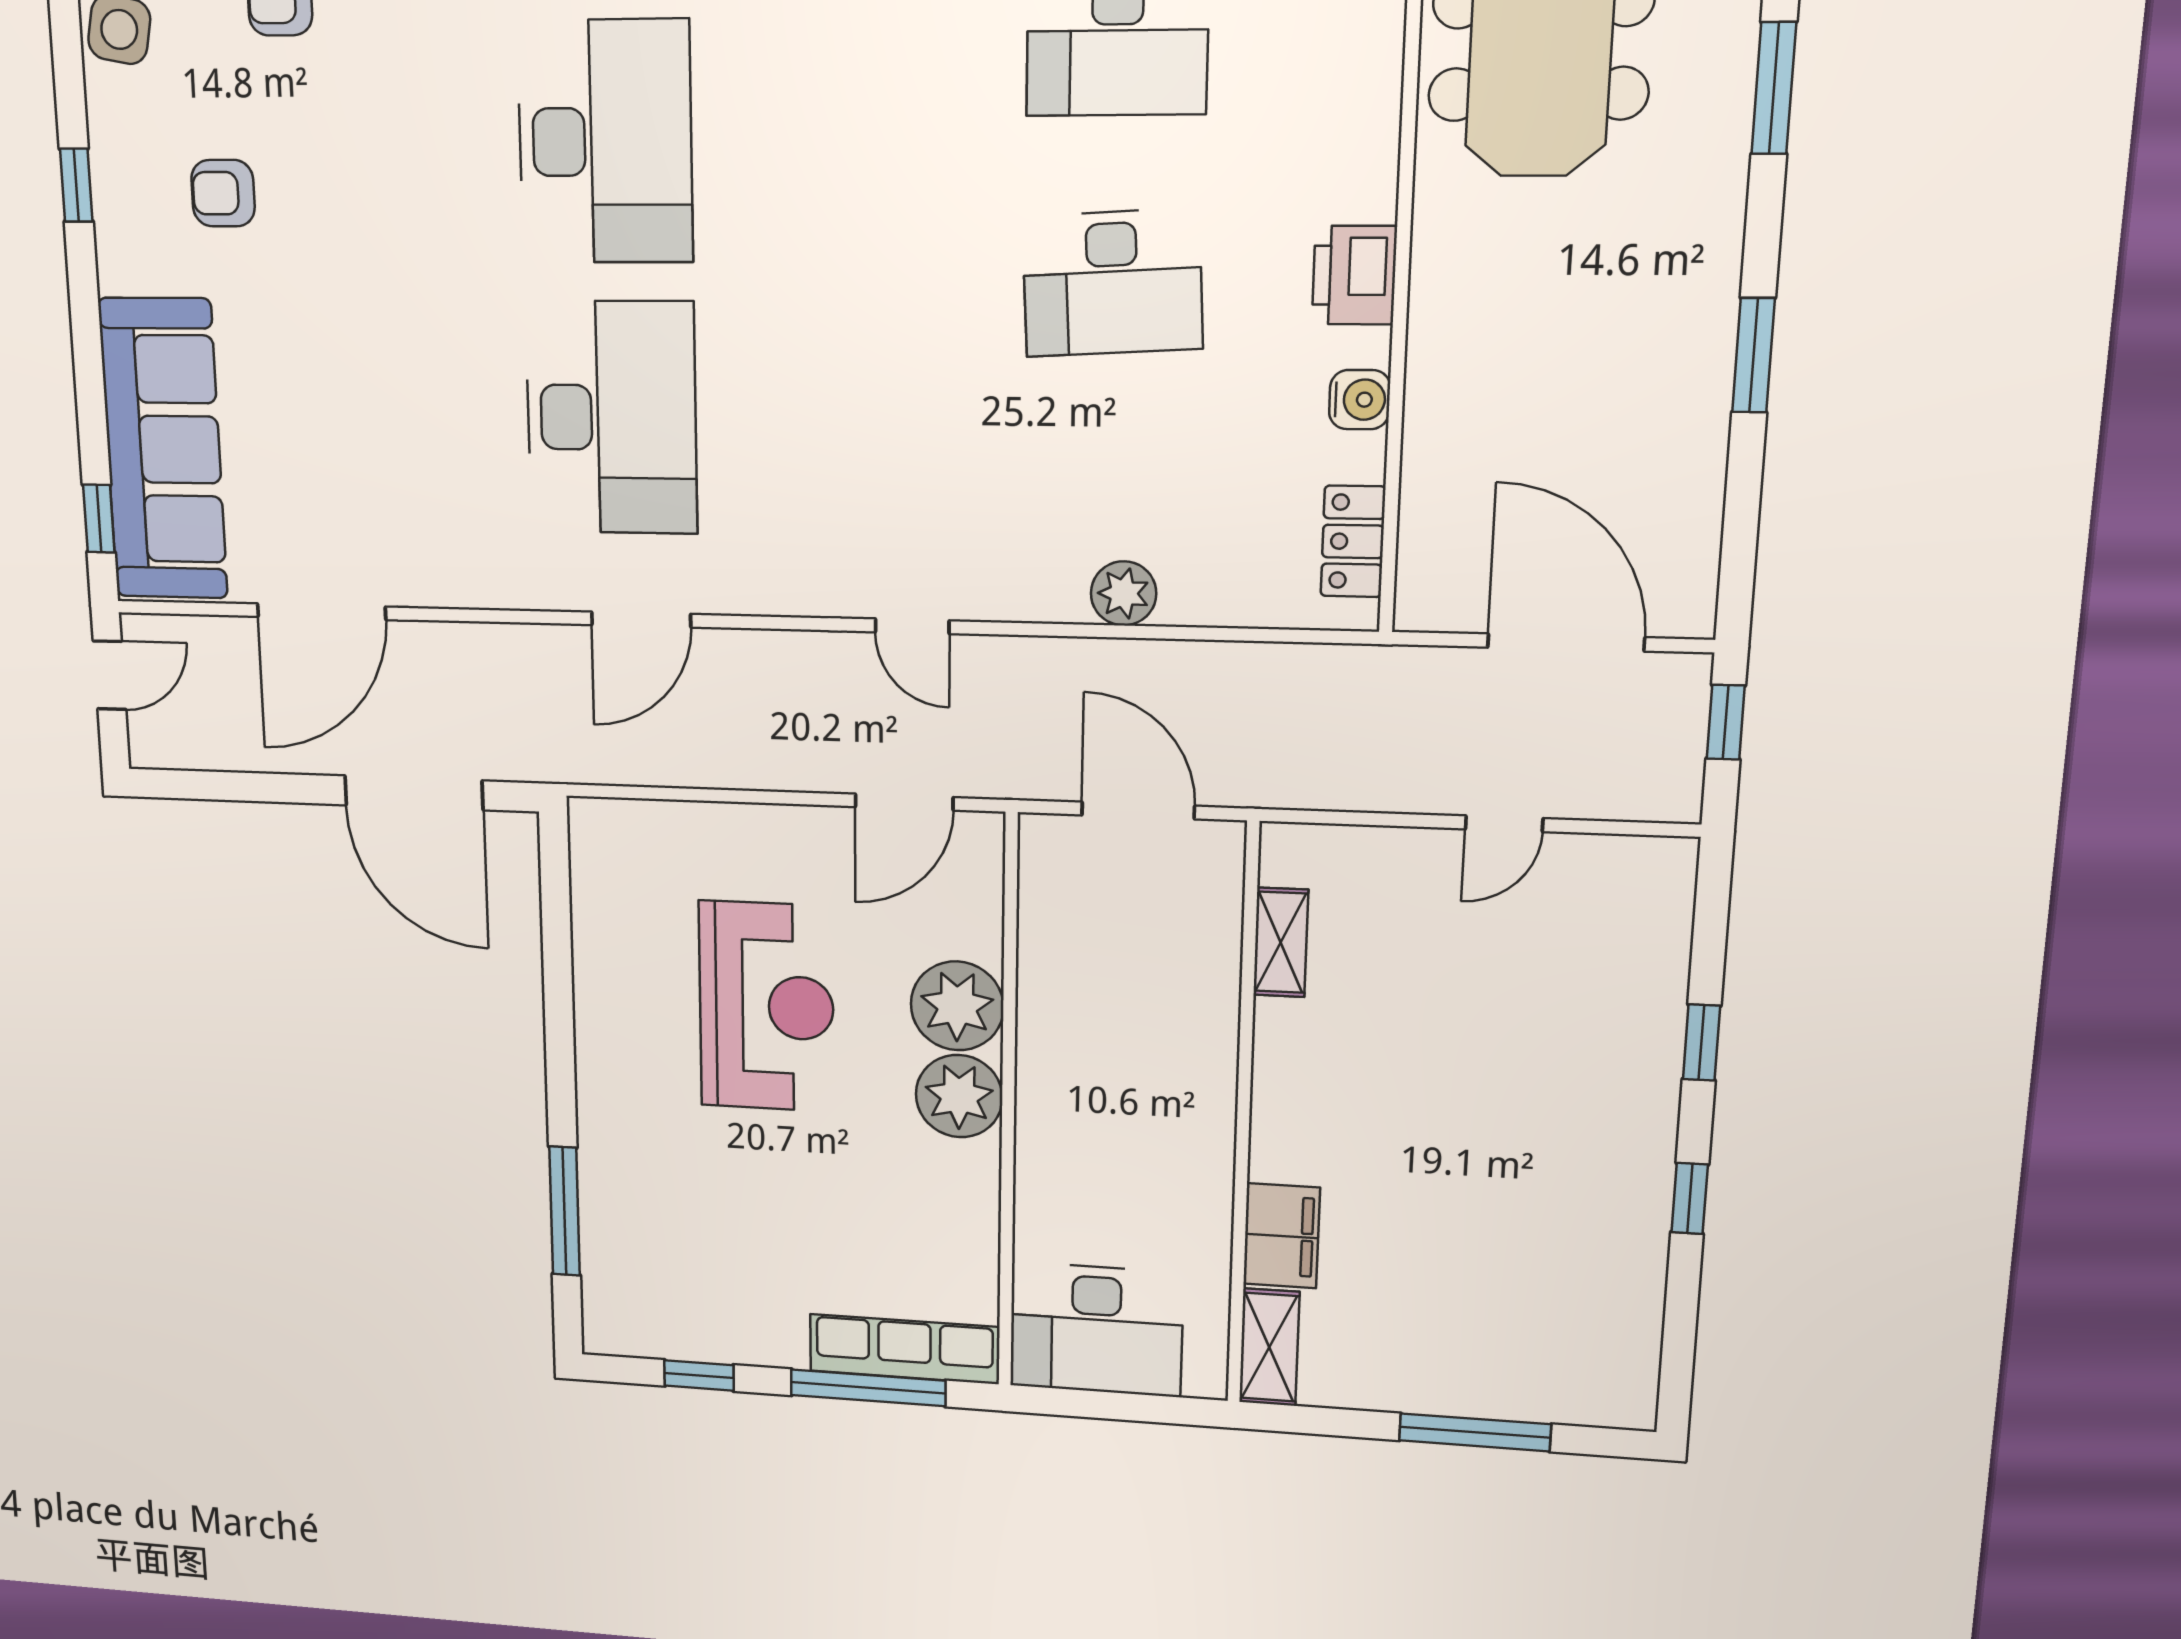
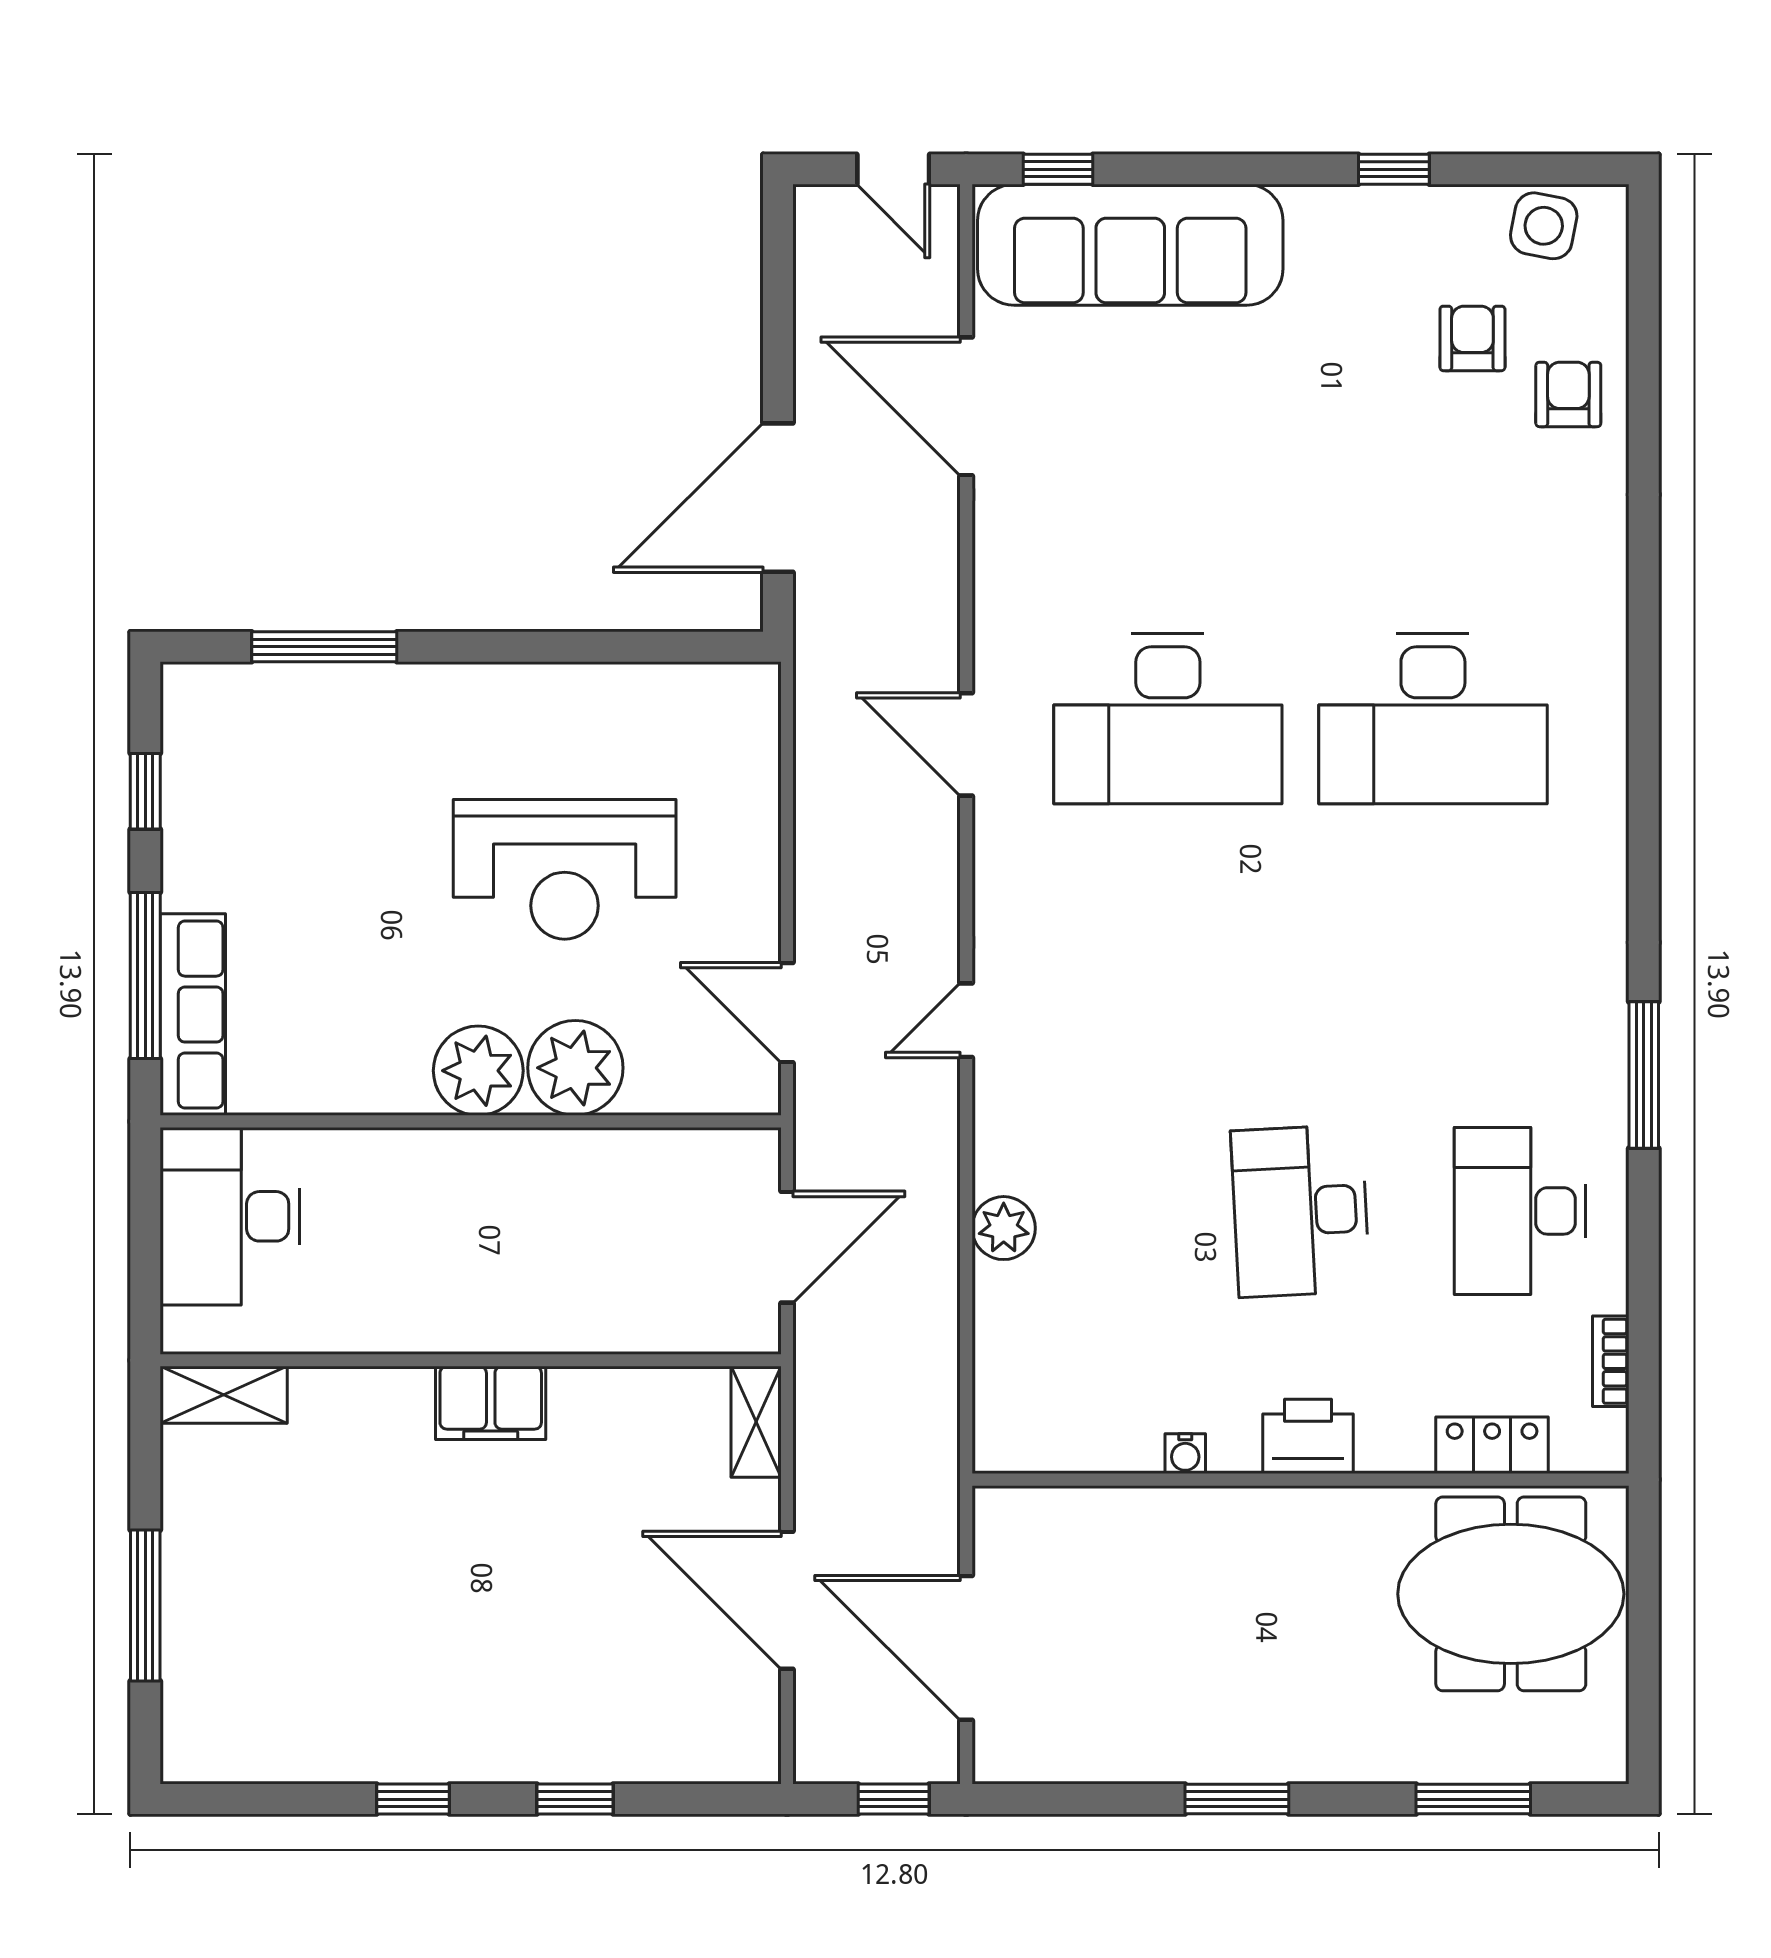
armchair: (223, 193) -> (1472, 338), moved
water cooler: (1360, 400) -> (1185, 1454), width x0.72, depth x0.72
locker: (1353, 541) -> (1492, 1445), moved
door: (1566, 642) -> (966, 1648), swing flipped
door: (1504, 824) -> (787, 1600), width x1.87
shelving: (1281, 942) -> (756, 1422), moved, turned 90
filing cabinet: (1282, 1236) -> (491, 1403), moved

